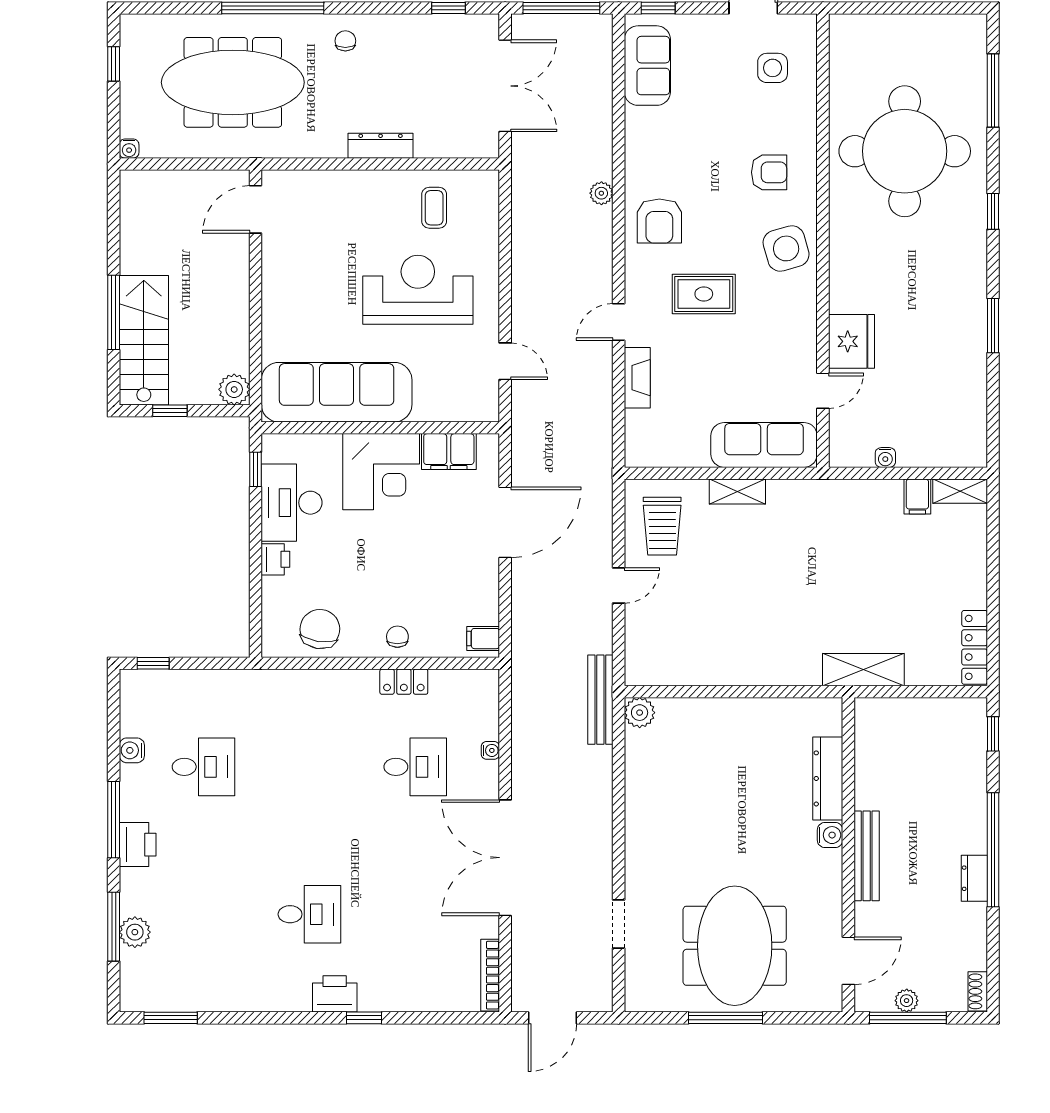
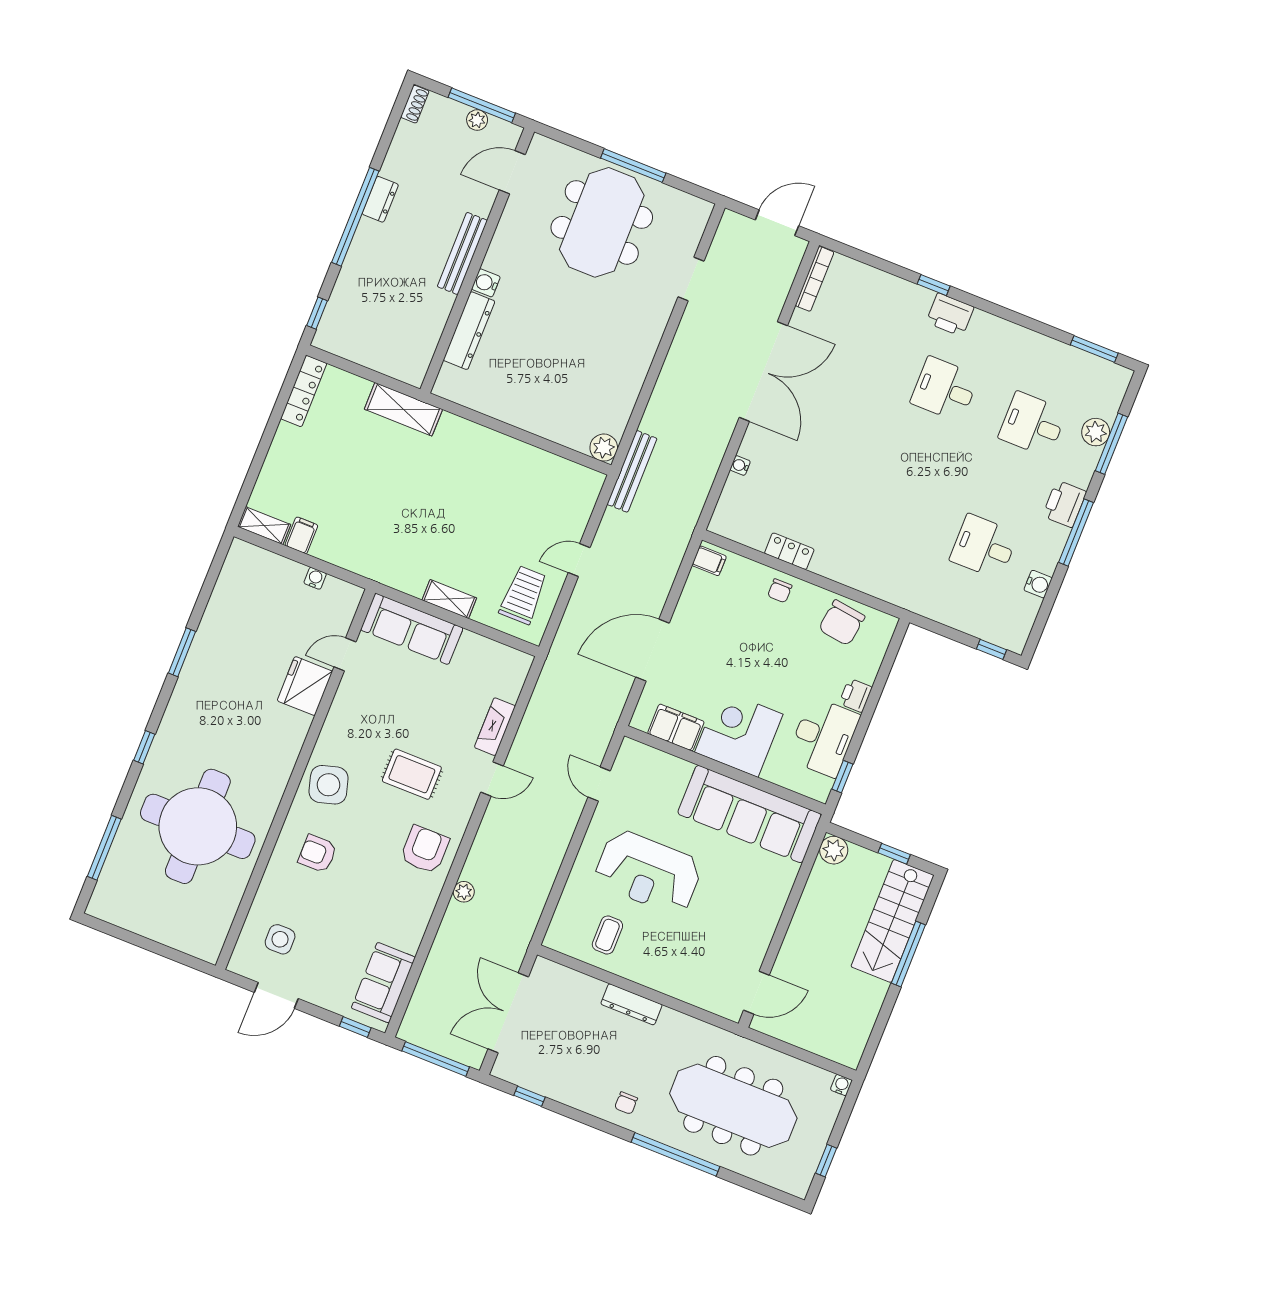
desk: (415, 767) -> (1033, 424), moved

